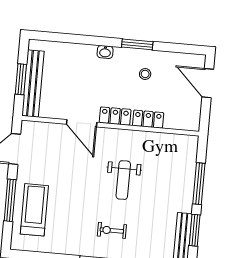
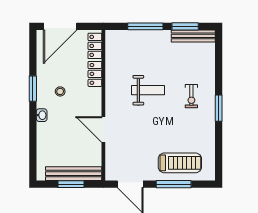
stool: (145, 74) -> (60, 91), moved
door: (208, 83) -> (60, 26), width x1.36
locker: (115, 116) -> (95, 46), moved
door: (82, 123) -> (103, 130), swing flipped
treadmill: (34, 210) -> (180, 163), turned 180

